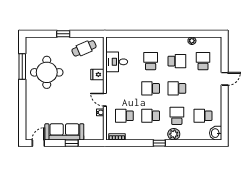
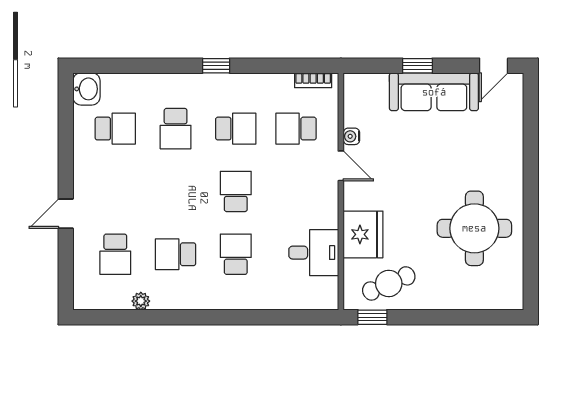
window: (63, 34) -> (372, 317), moved
school desk: (151, 61) -> (236, 254), turned 180
window: (22, 67) -> (531, 242), removed
fridge: (97, 75) -> (363, 234), width x1.88, depth x1.34
school desk: (151, 88) -> (236, 191), turned -90
school desk: (177, 88) -> (176, 191), removed
school desk: (124, 116) -> (296, 129), turned 180
plant: (174, 134) -> (183, 86), removed

